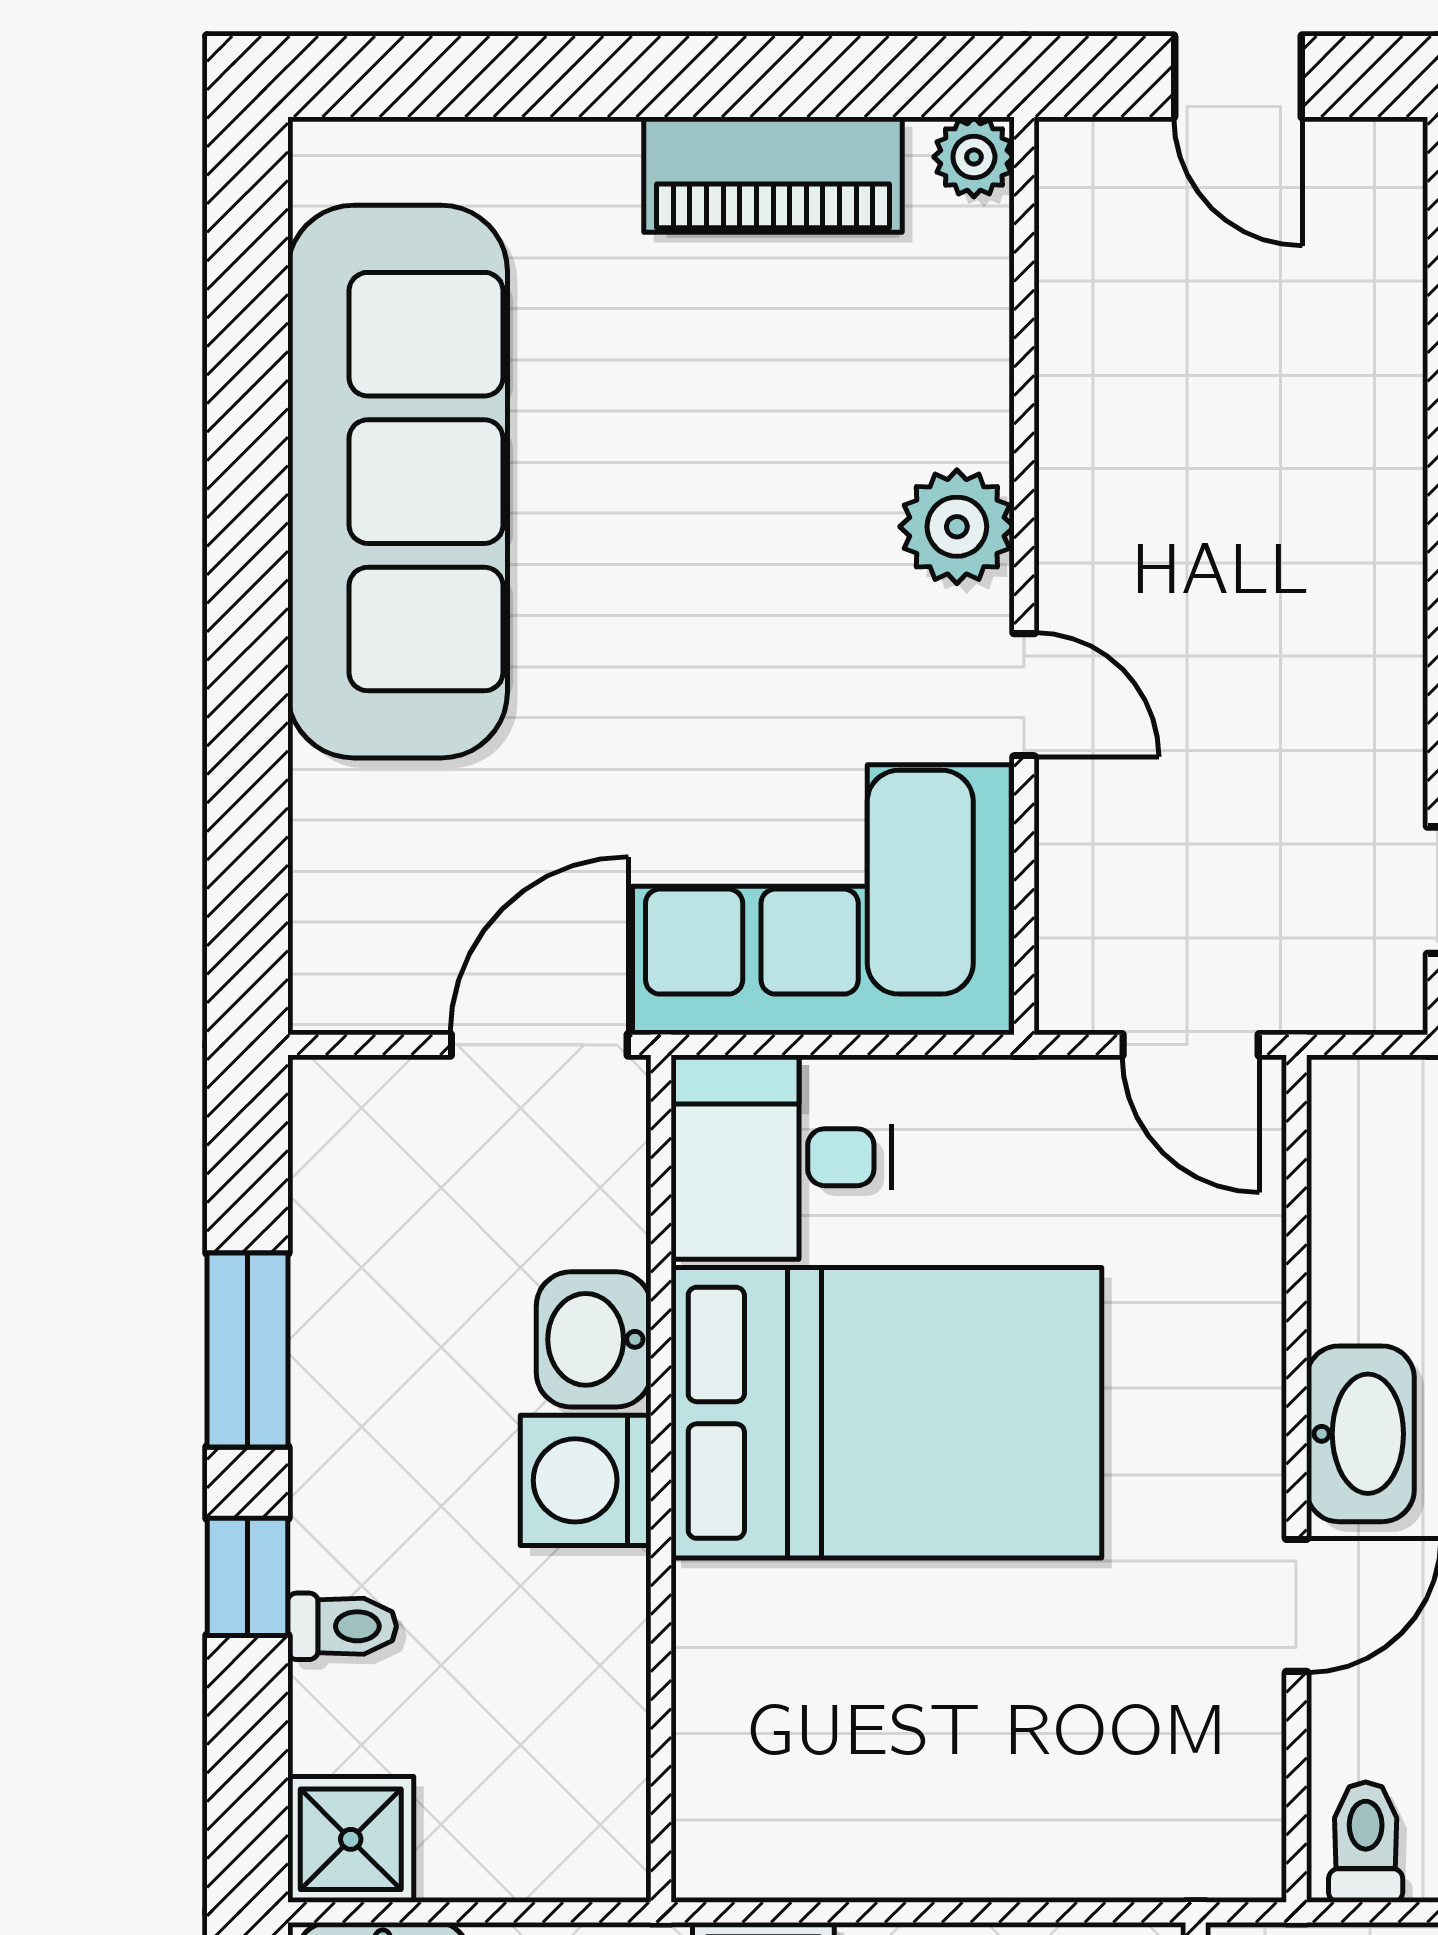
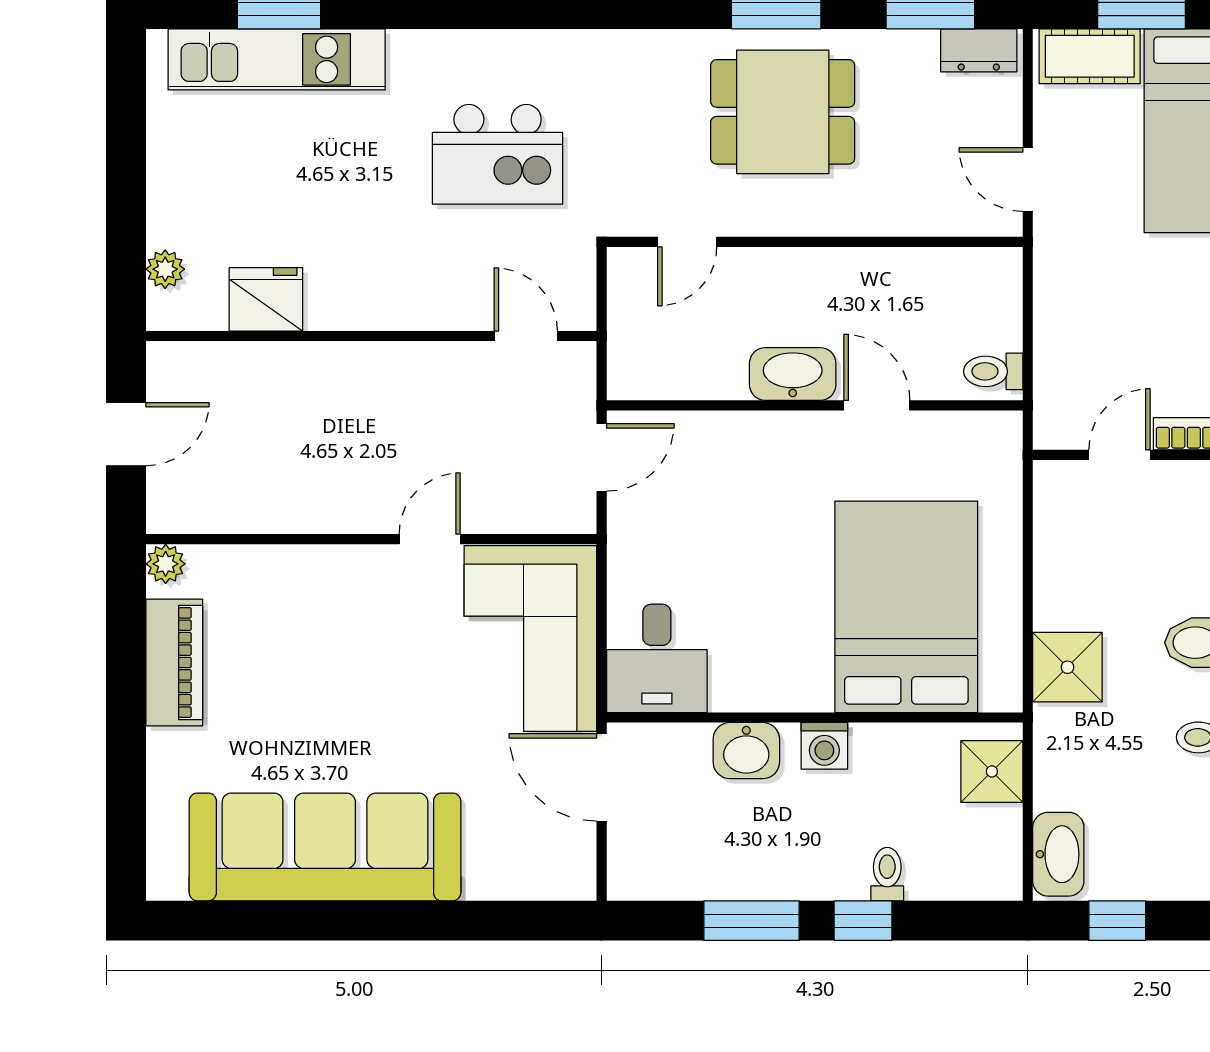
plant: (957, 527) -> (347, 572), removed
bed: (886, 1413) -> (906, 607), moved
washing machine: (586, 1480) -> (824, 746), width x0.73, depth x0.73
shower: (351, 1839) -> (992, 771), moved

